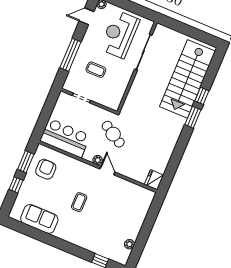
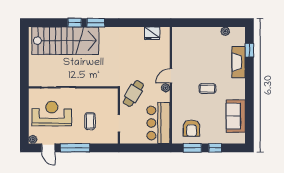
reception desk: (120, 34) -> (52, 114), turned 180
window: (70, 55) -> (75, 148), moved
cafe table: (113, 134) -> (133, 94), moved
armchair: (46, 169) -> (192, 128), turned -90
fridge: (154, 180) -> (152, 33), moved
fireplace: (93, 245) -> (239, 62), added

